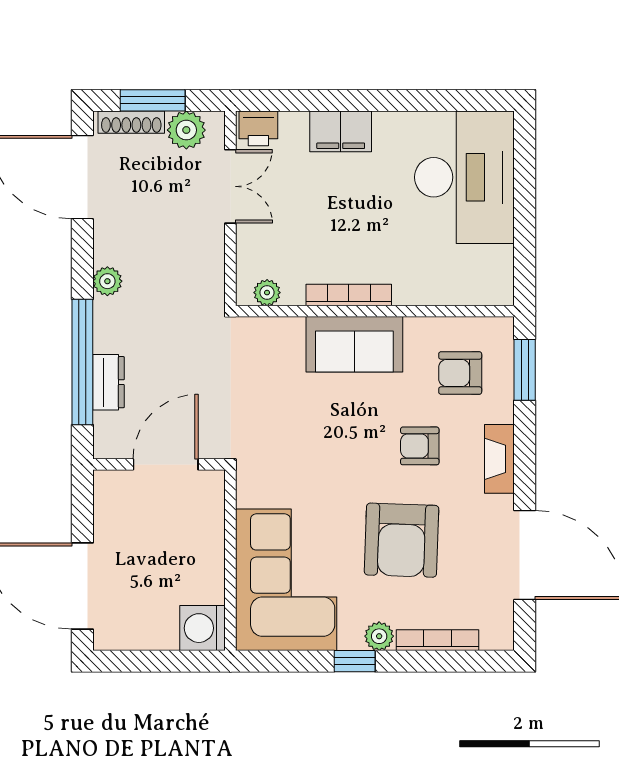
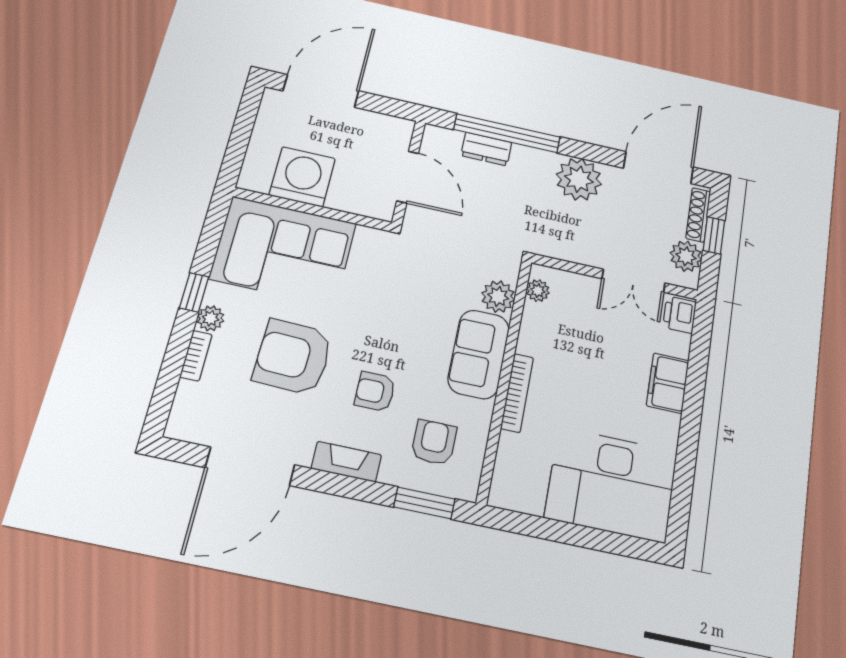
window: (153, 100) -> (714, 235), width x0.67
plant: (107, 281) -> (579, 179), width x1.88, depth x1.88
bookcase: (349, 295) -> (517, 393), moved
plant: (284, 335) -> (498, 297), added
armchair: (420, 446) -> (375, 392), turned -90
washing machine: (202, 628) -> (302, 177), moved, width x1.37, depth x1.37
bookcase: (437, 640) -> (196, 356), width x0.64

